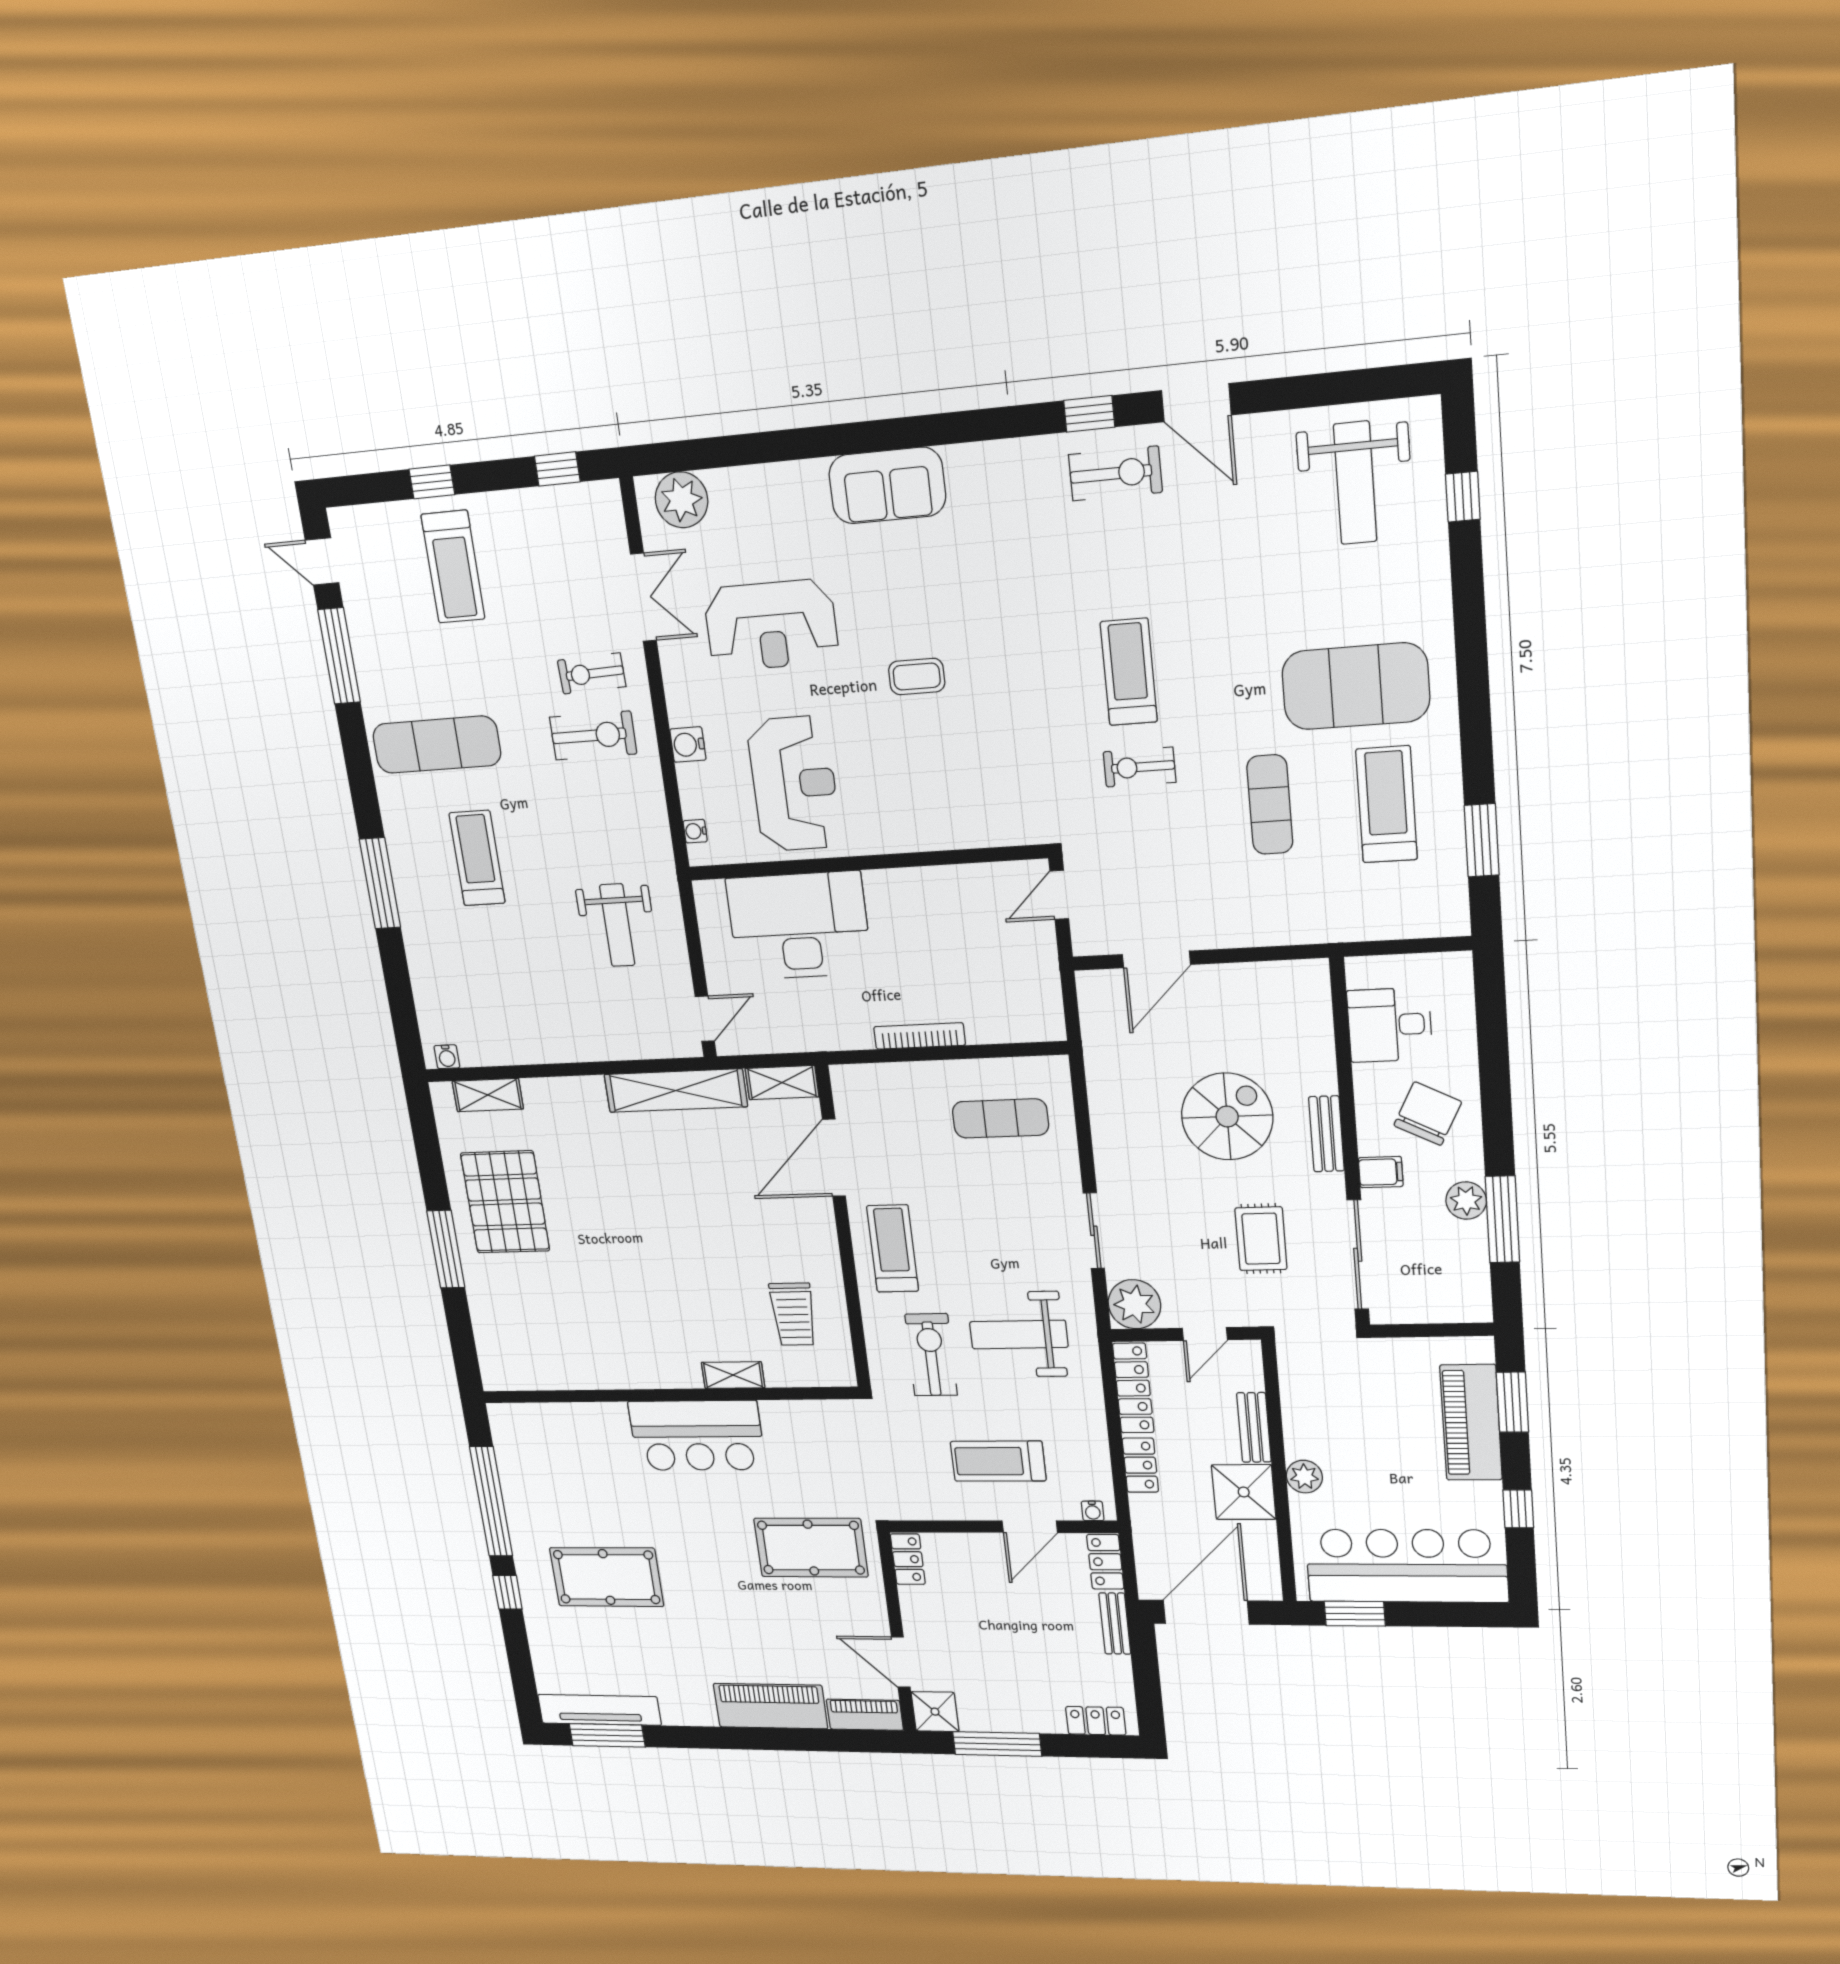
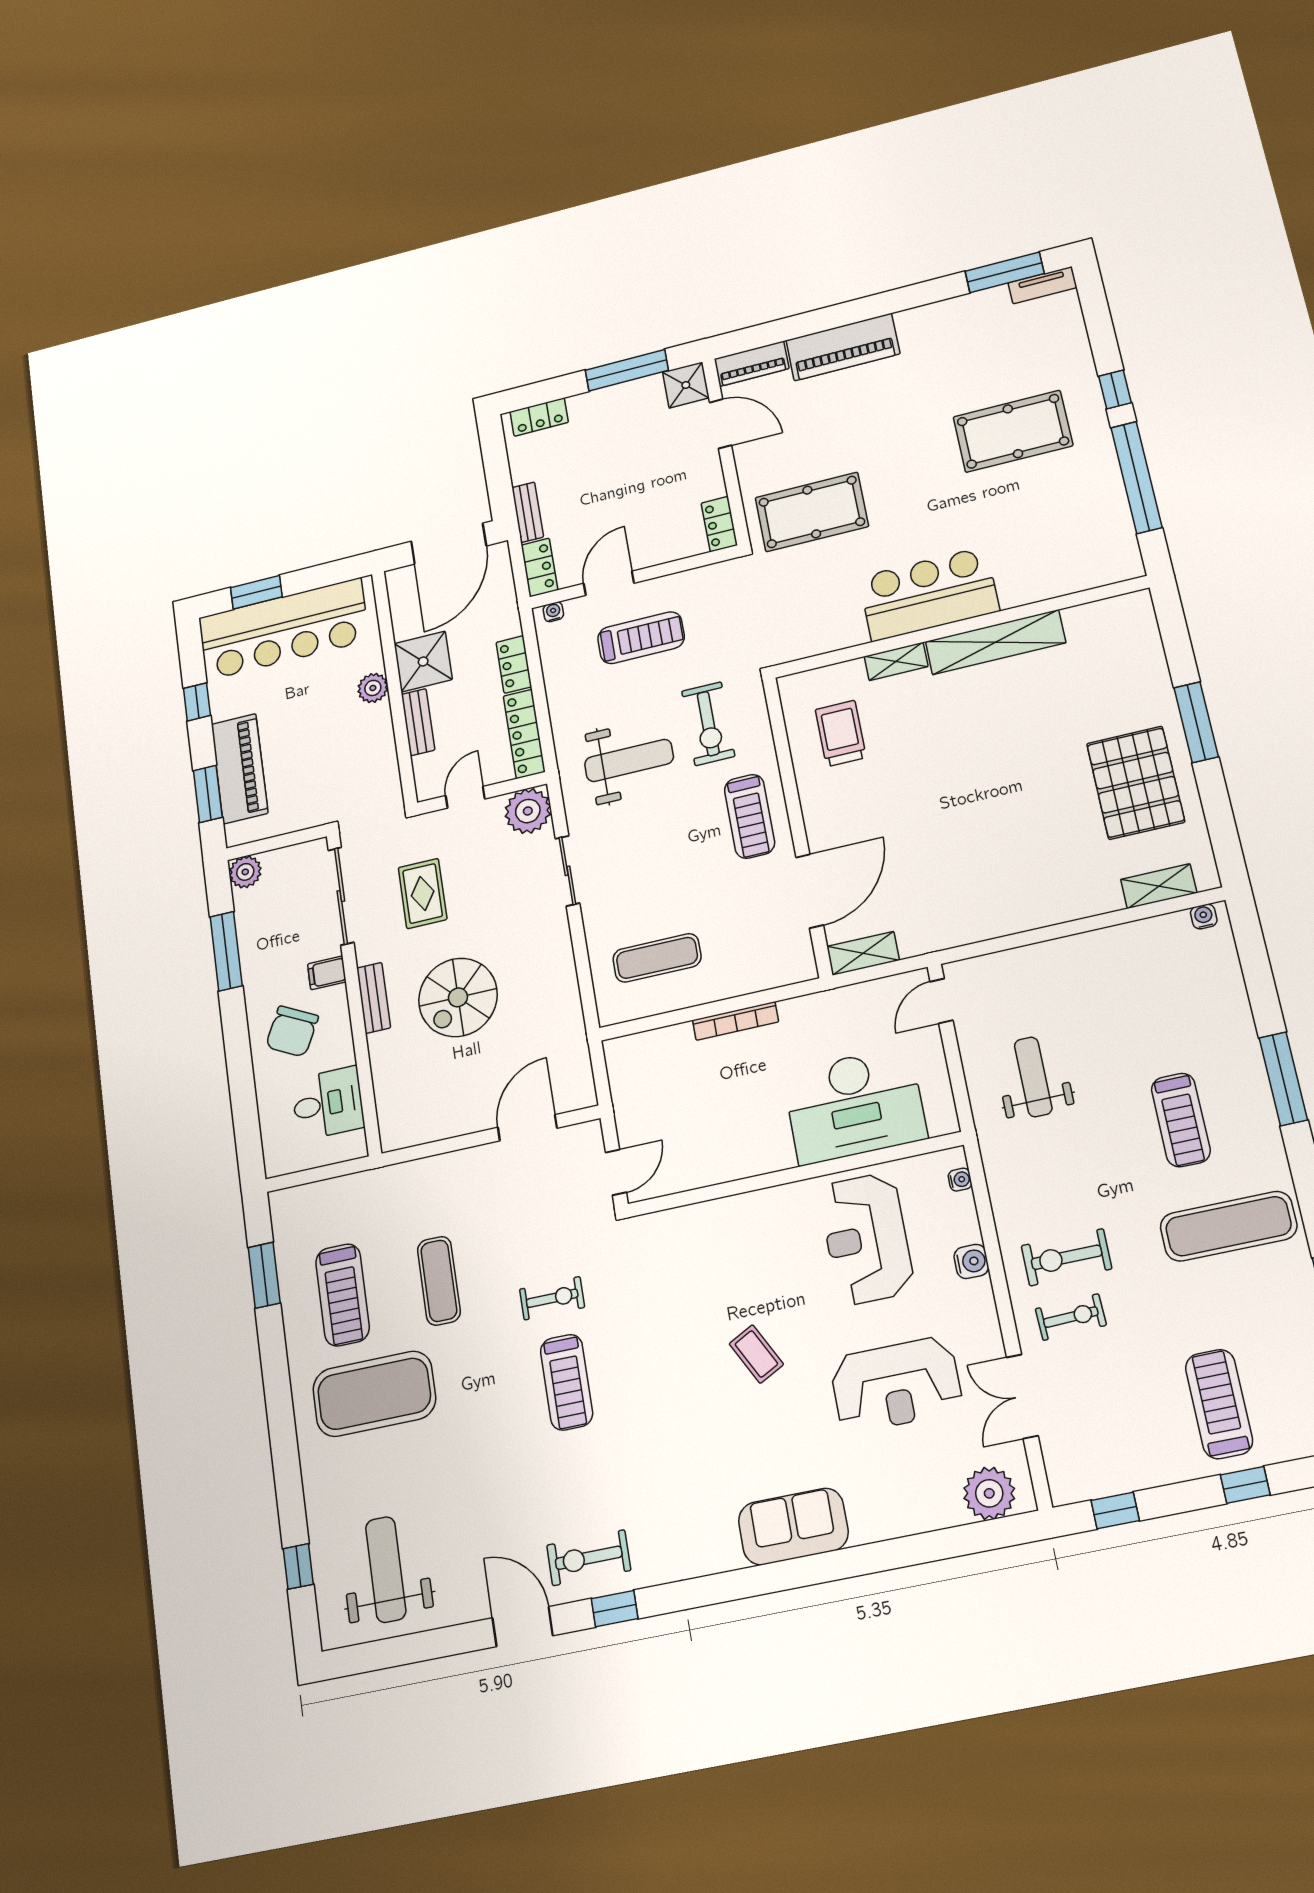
reception desk: (771, 625) -> (896, 1385), turned 180
coffee table: (917, 676) -> (756, 1354), turned 62
shelving: (676, 1091) -> (995, 642), moved
plant: (1466, 1201) -> (245, 872), moved
window: (1355, 1614) -> (256, 592), moved
tv unit: (599, 1710) -> (1042, 285), width x0.52, depth x0.78

